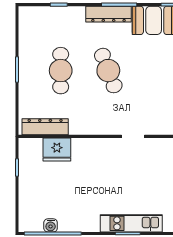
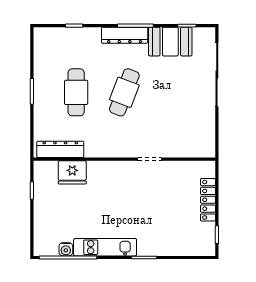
cafe table: (108, 71) -> (124, 92), turned 42
kitchen unit: (131, 223) -> (105, 247), moved

